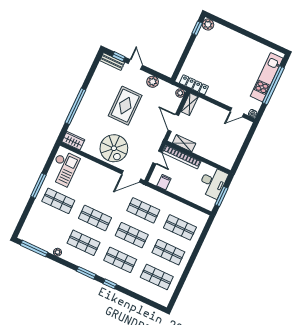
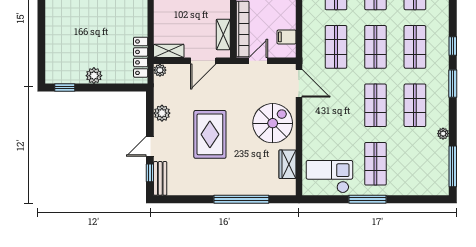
plant: (208, 25) -> (94, 76), moved
rug: (125, 106) -> (210, 134), turned 90
wardrobe: (73, 141) -> (288, 164), moved

